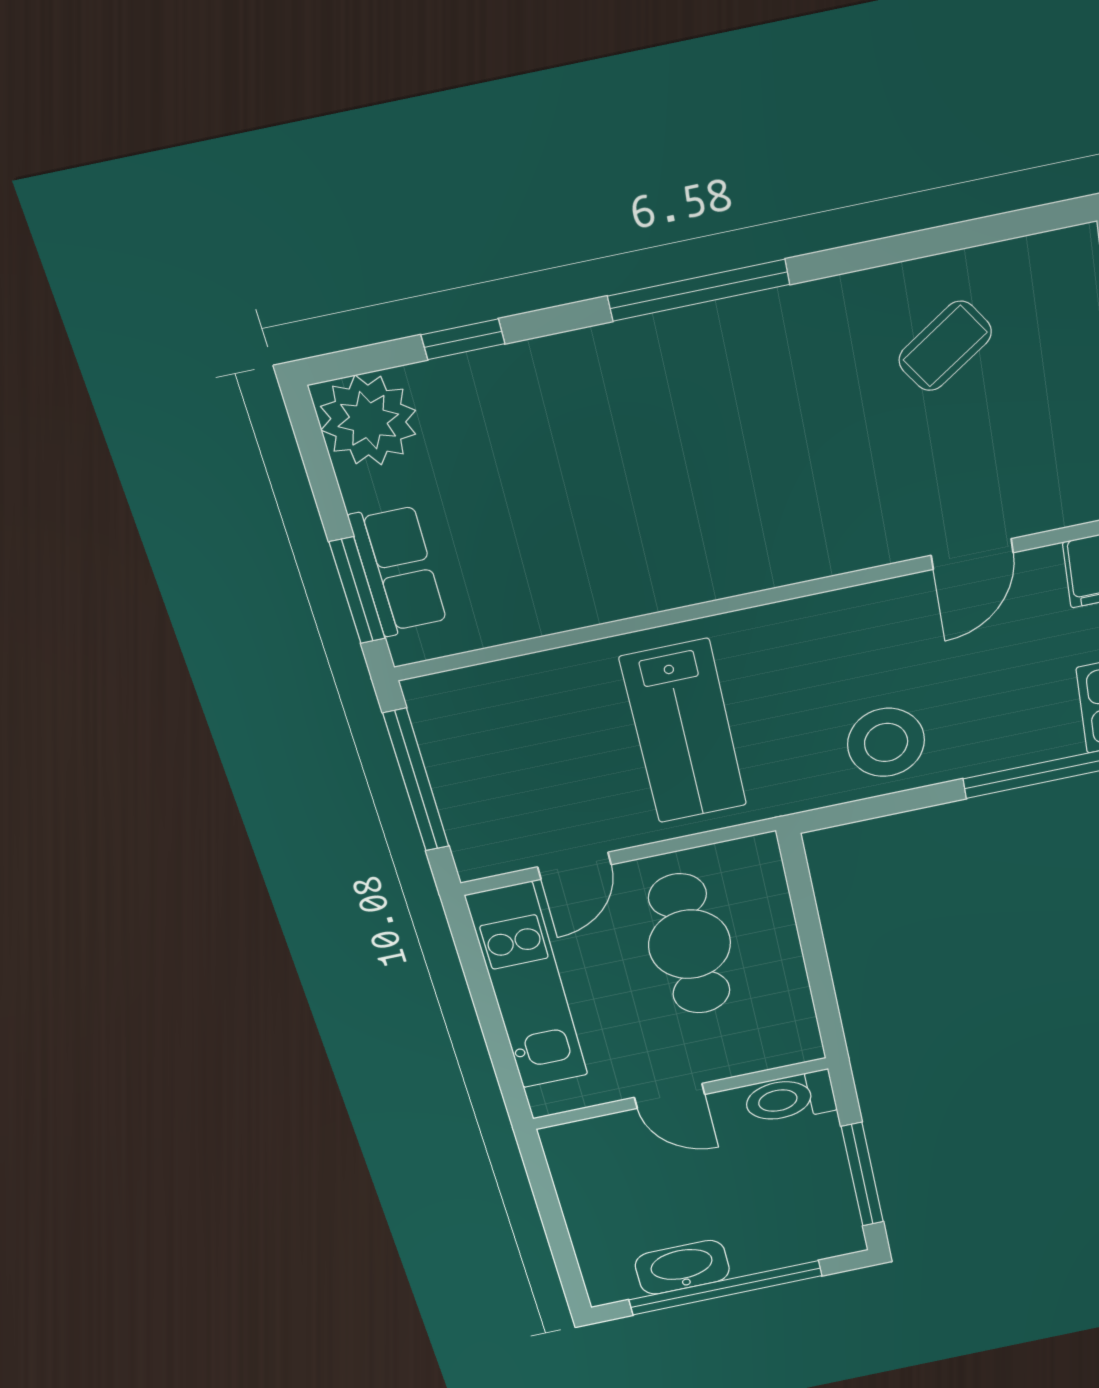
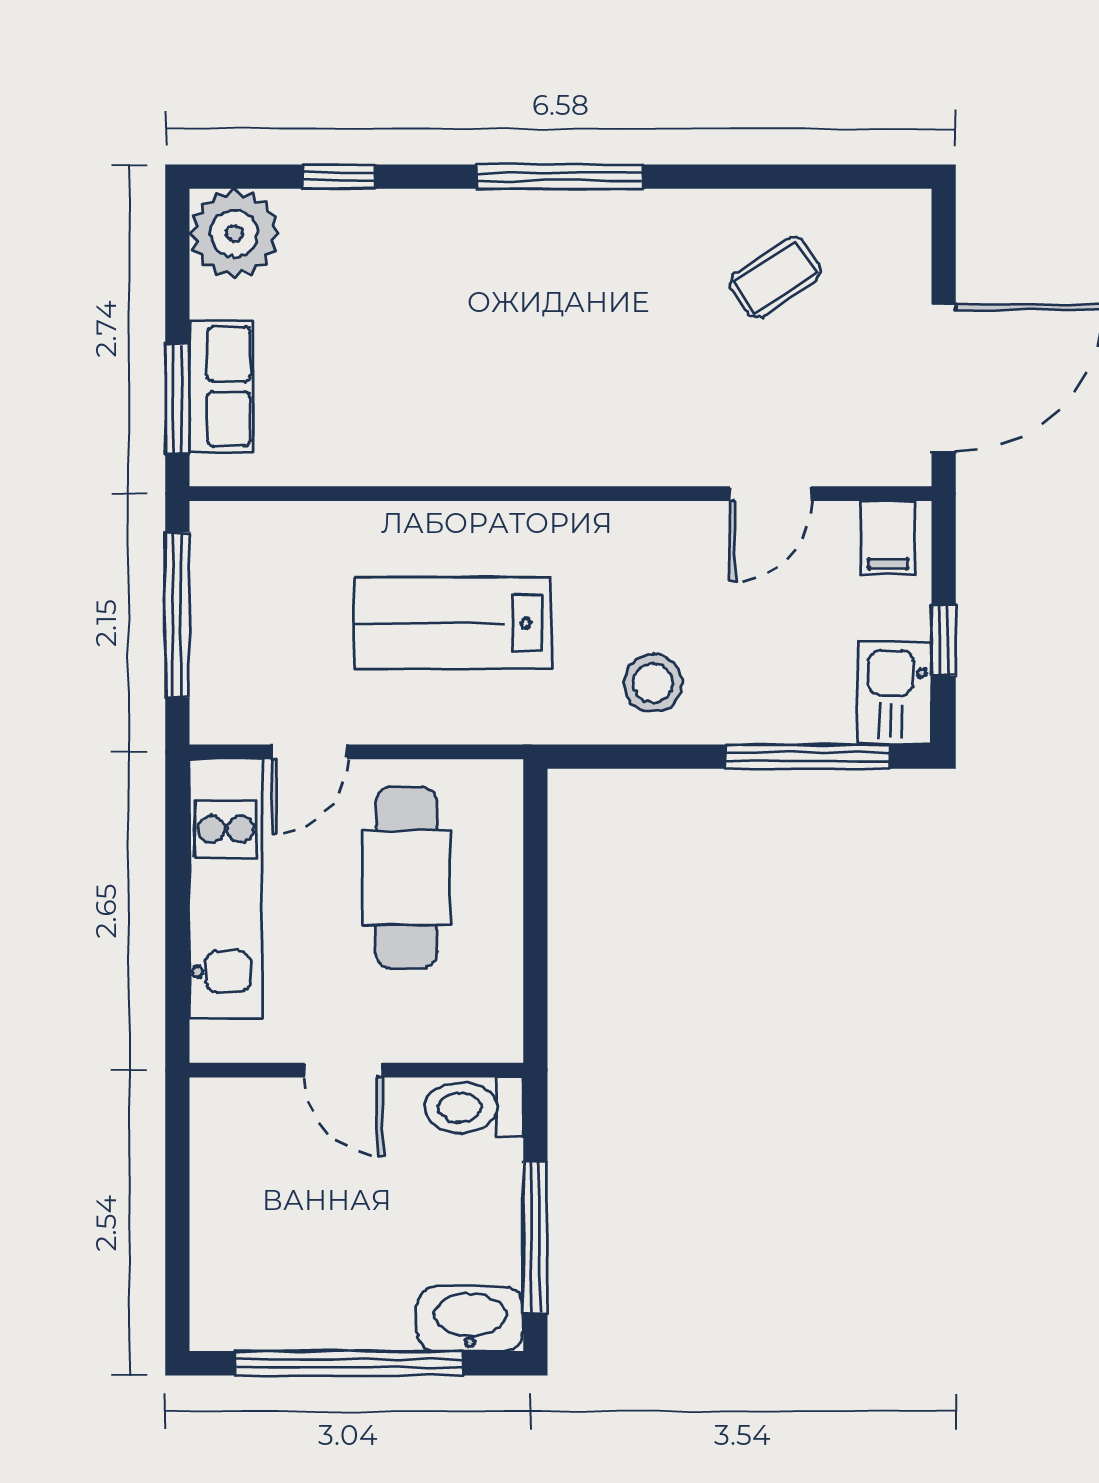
lab bench: (684, 732) -> (453, 623), turned 90
stool: (886, 742) -> (653, 683), width x0.73, depth x0.73
washbasin: (682, 1267) -> (470, 1319), moved

